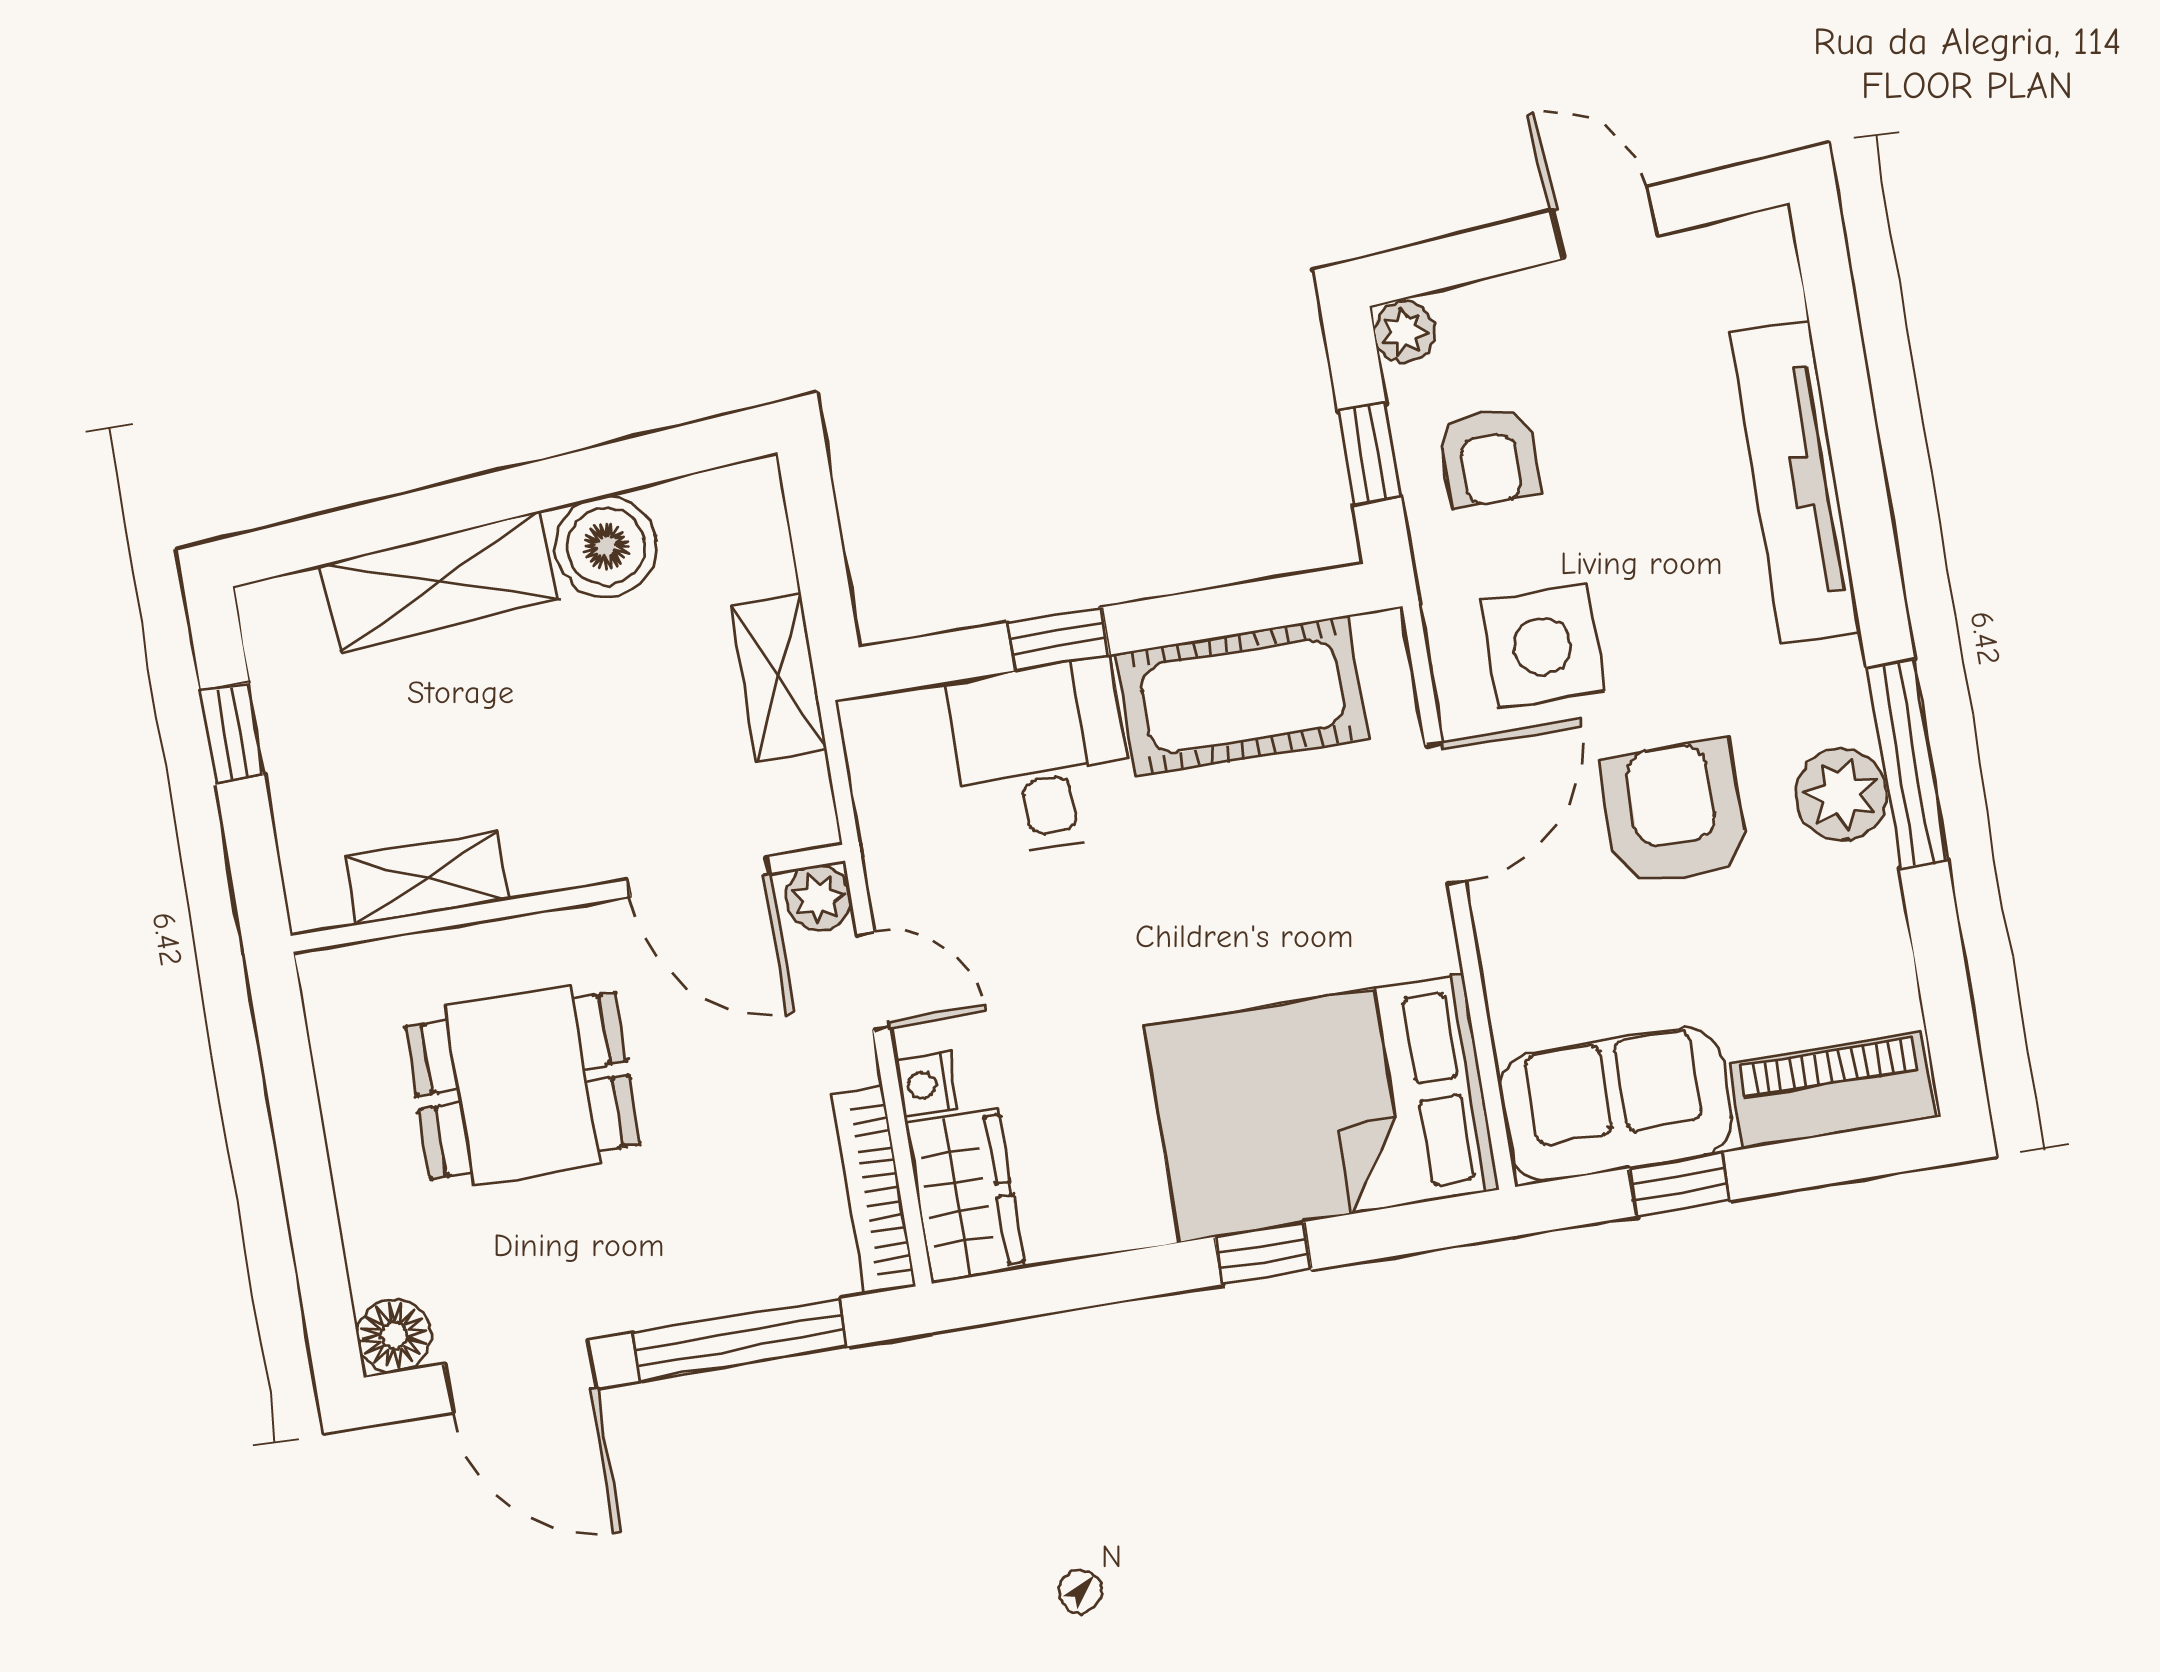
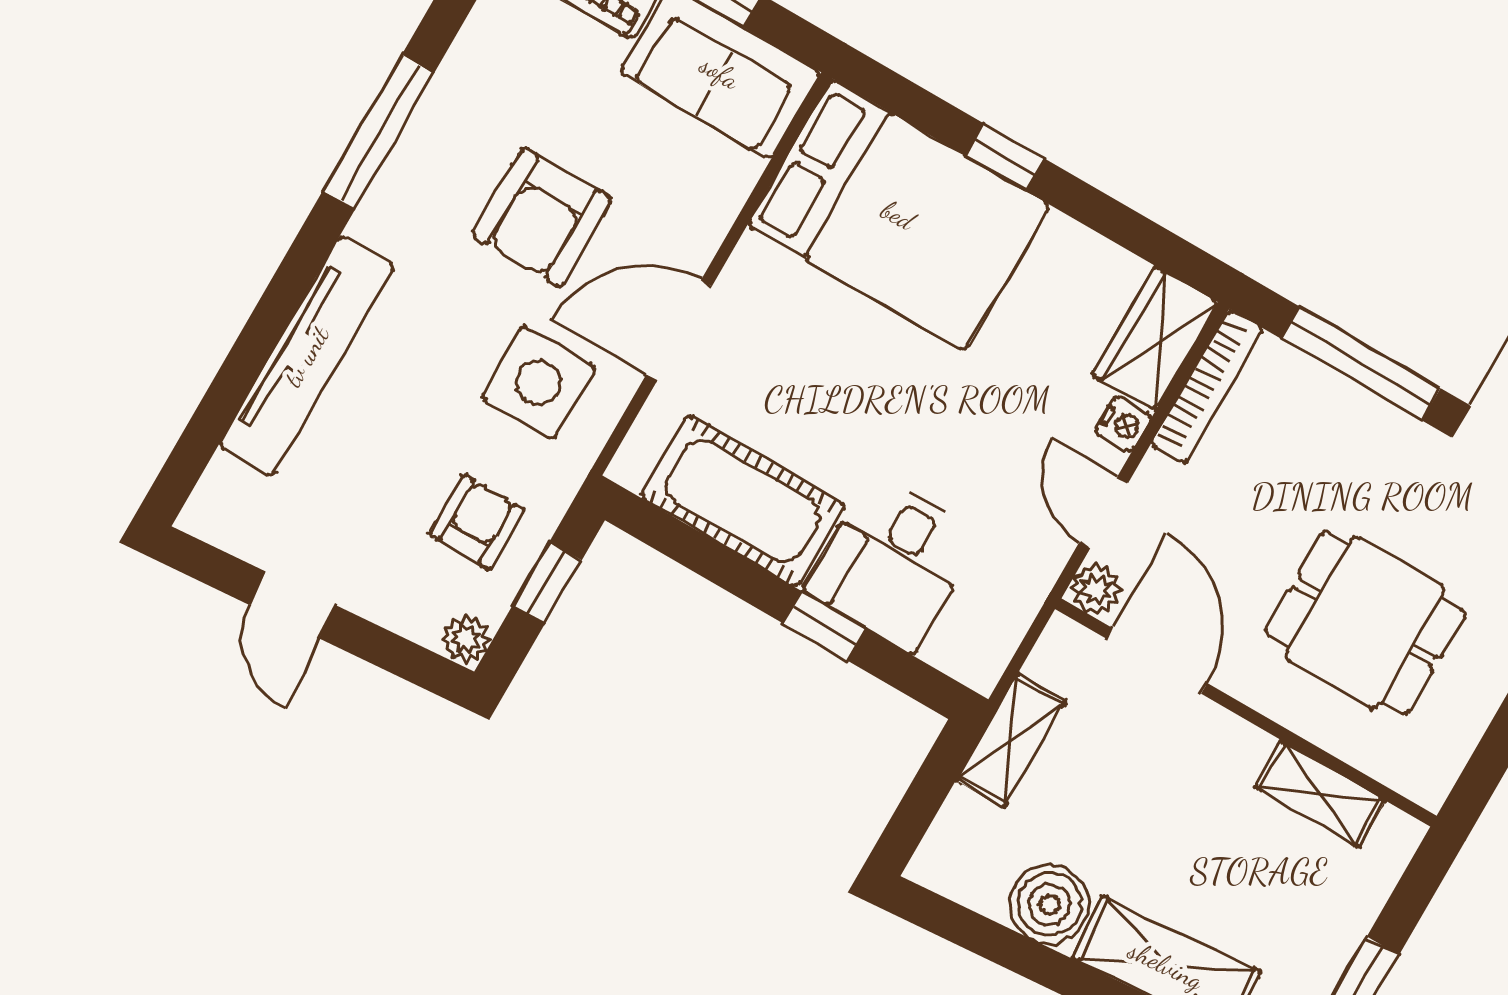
plant: (1841, 795) -> (433, 146), removed

